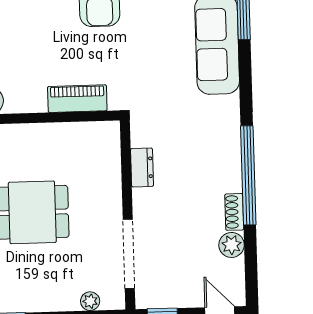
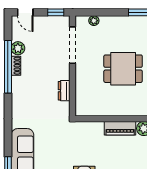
piano: (77, 99) -> (120, 128), moved
window: (248, 175) -> (8, 67), moved

